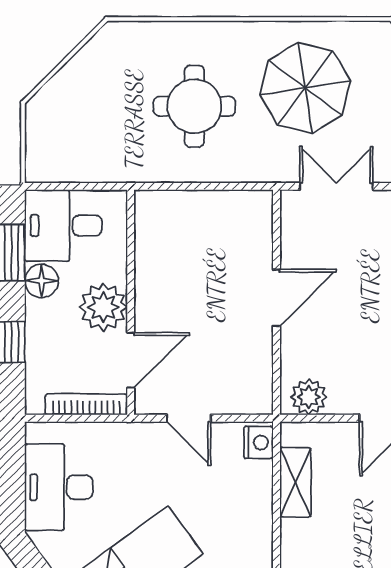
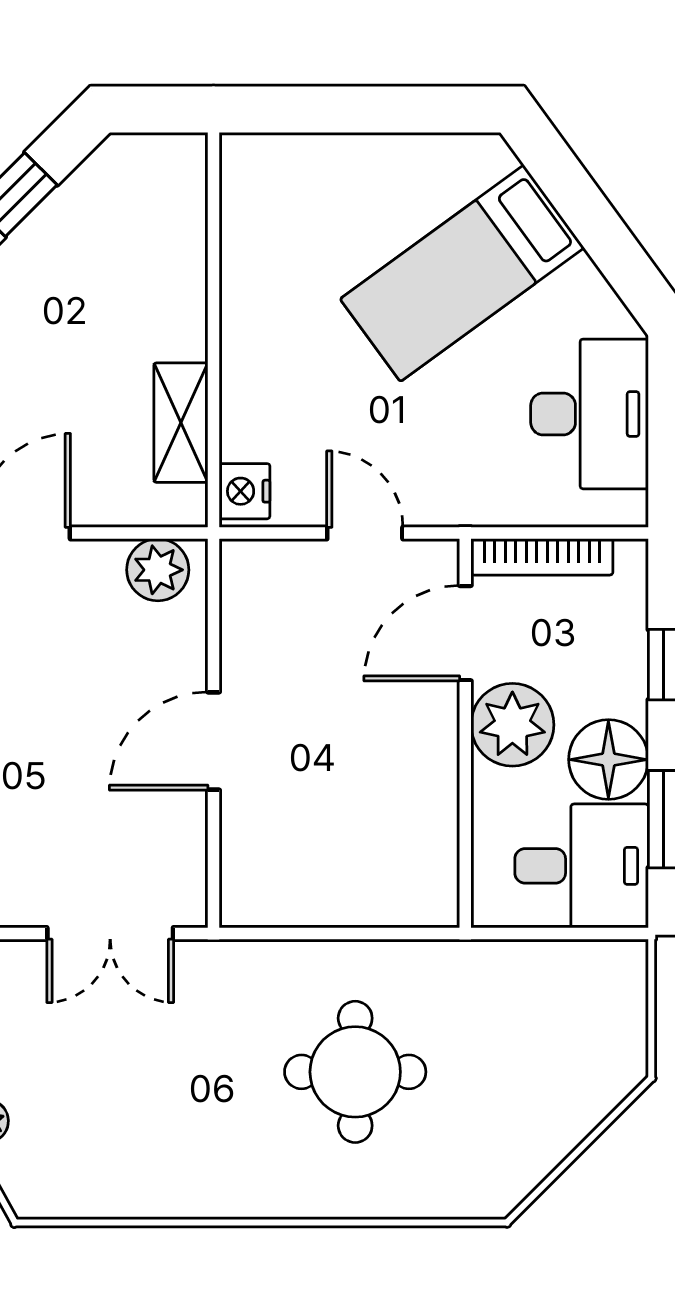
parasol: (305, 88) -> (164, 1104), removed
floor lamp: (41, 281) -> (608, 760), width x1.38, depth x1.38

